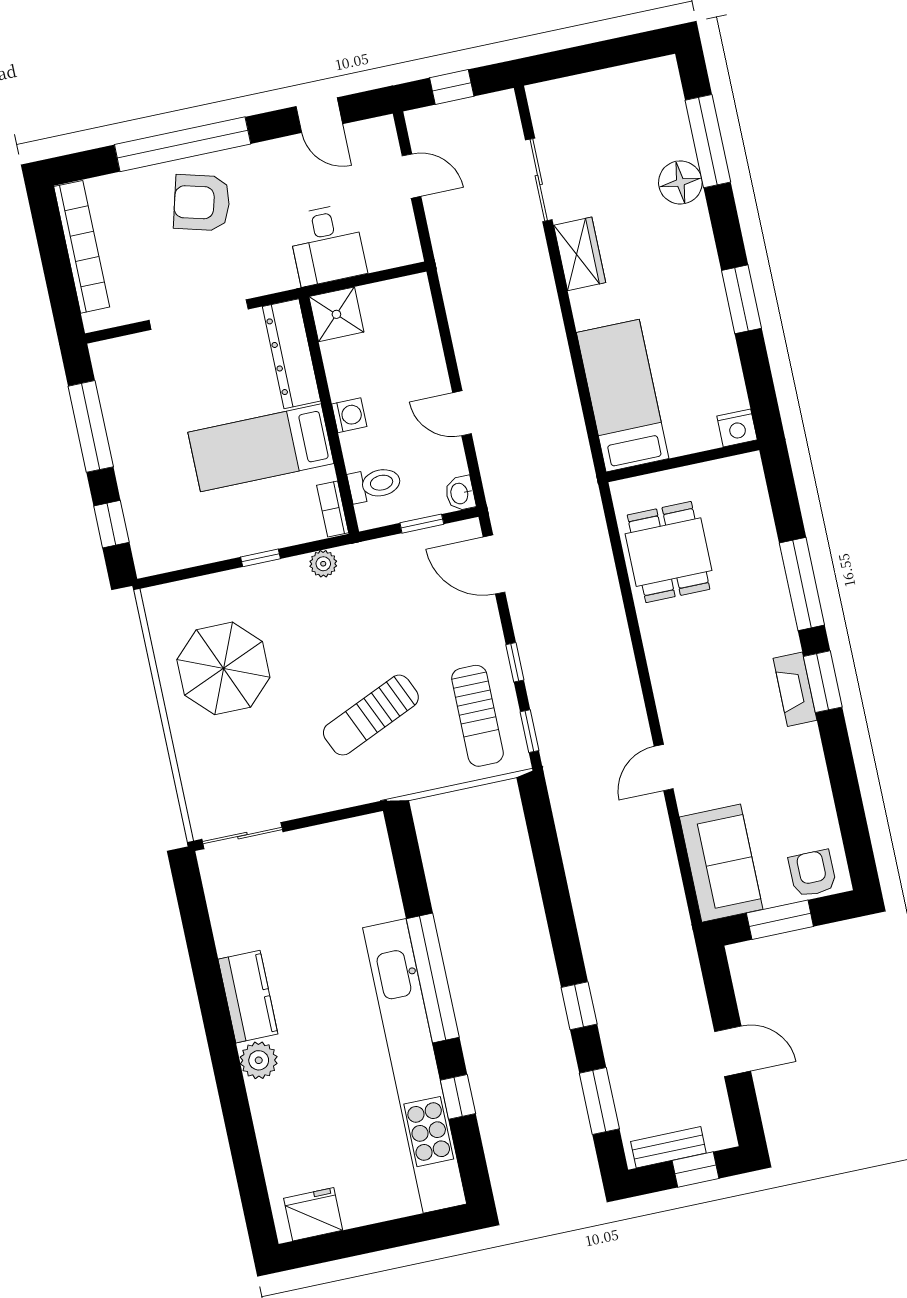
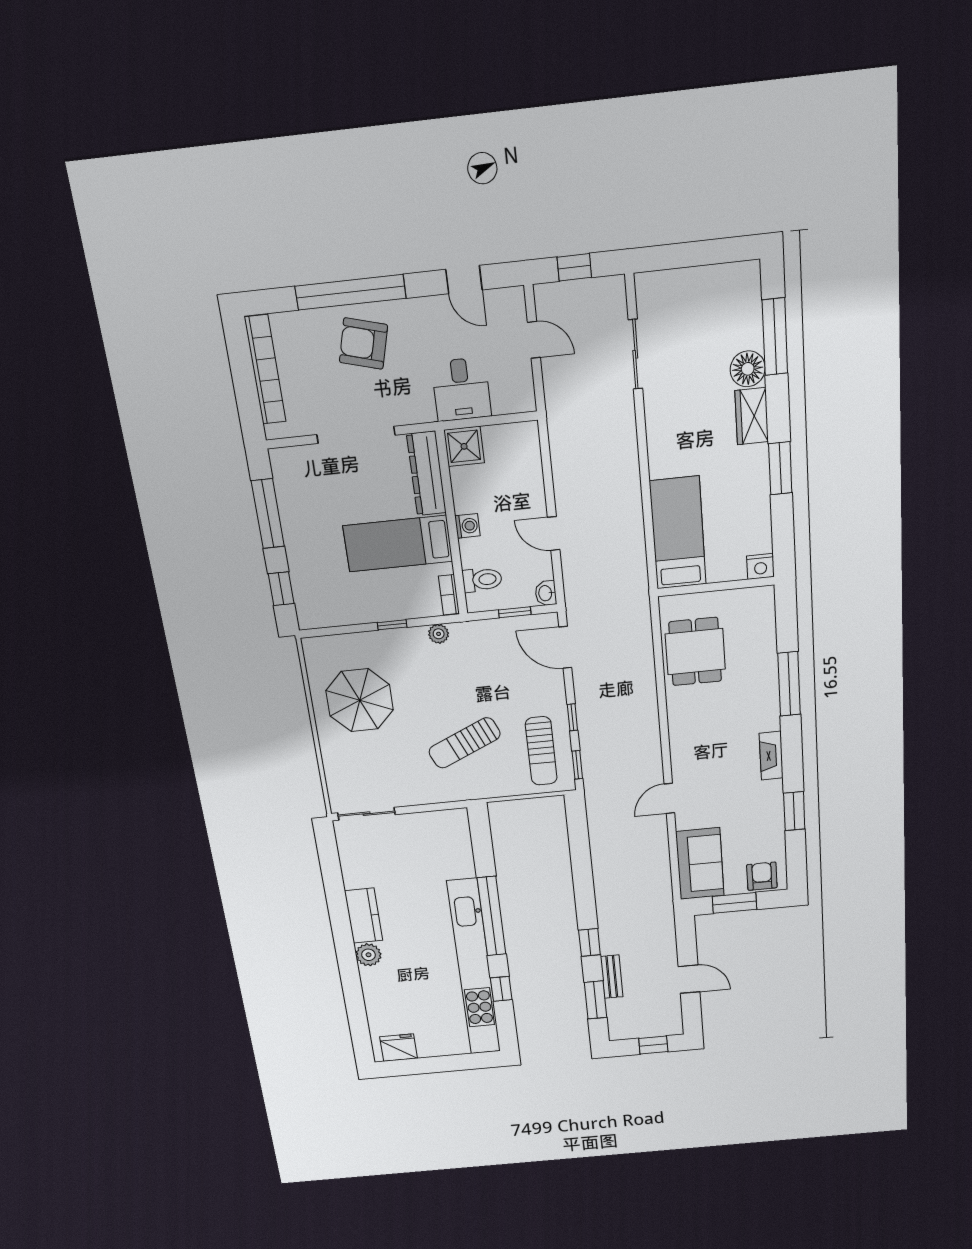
wardrobe: (580, 254) -> (752, 416), moved, turned 180
window: (823, 682) -> (794, 811), moved
bench: (668, 1147) -> (612, 977), moved, turned 90

